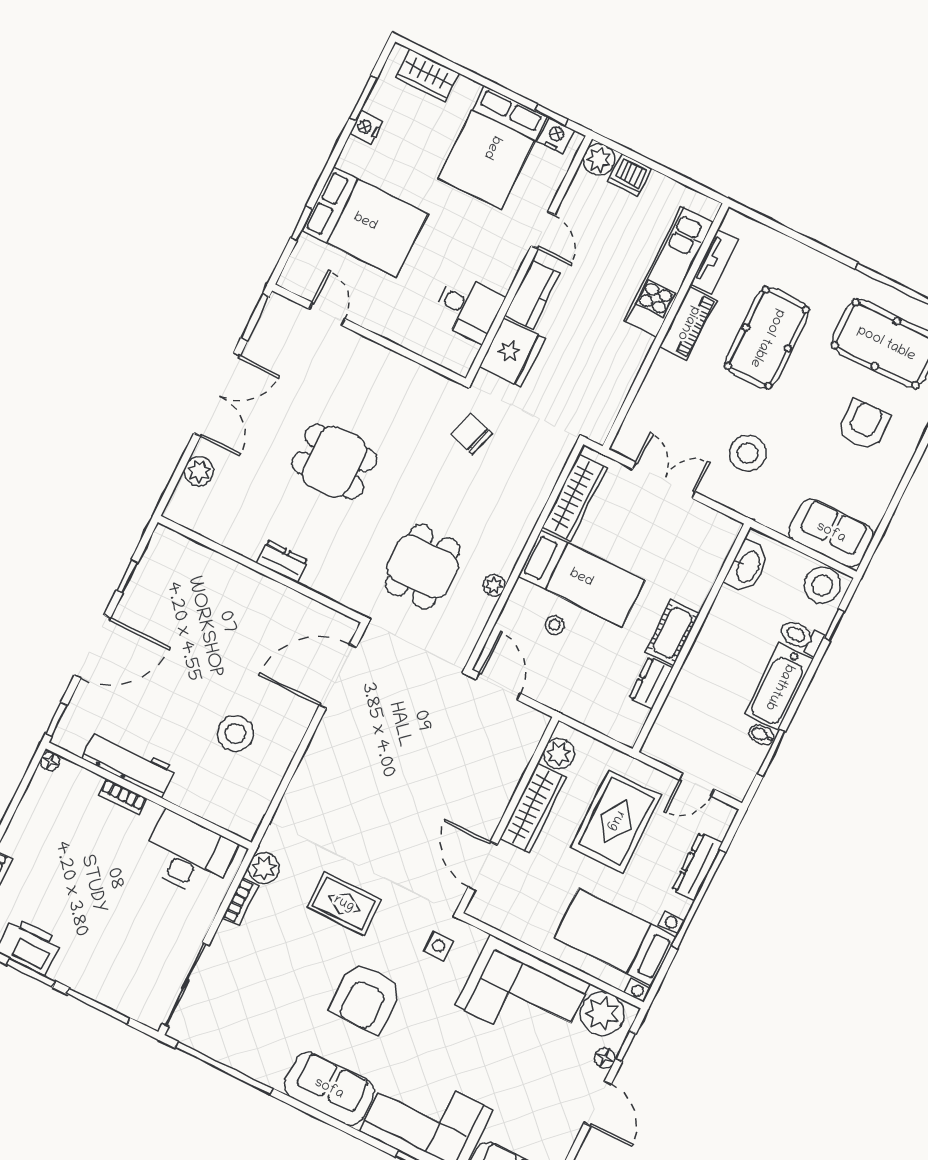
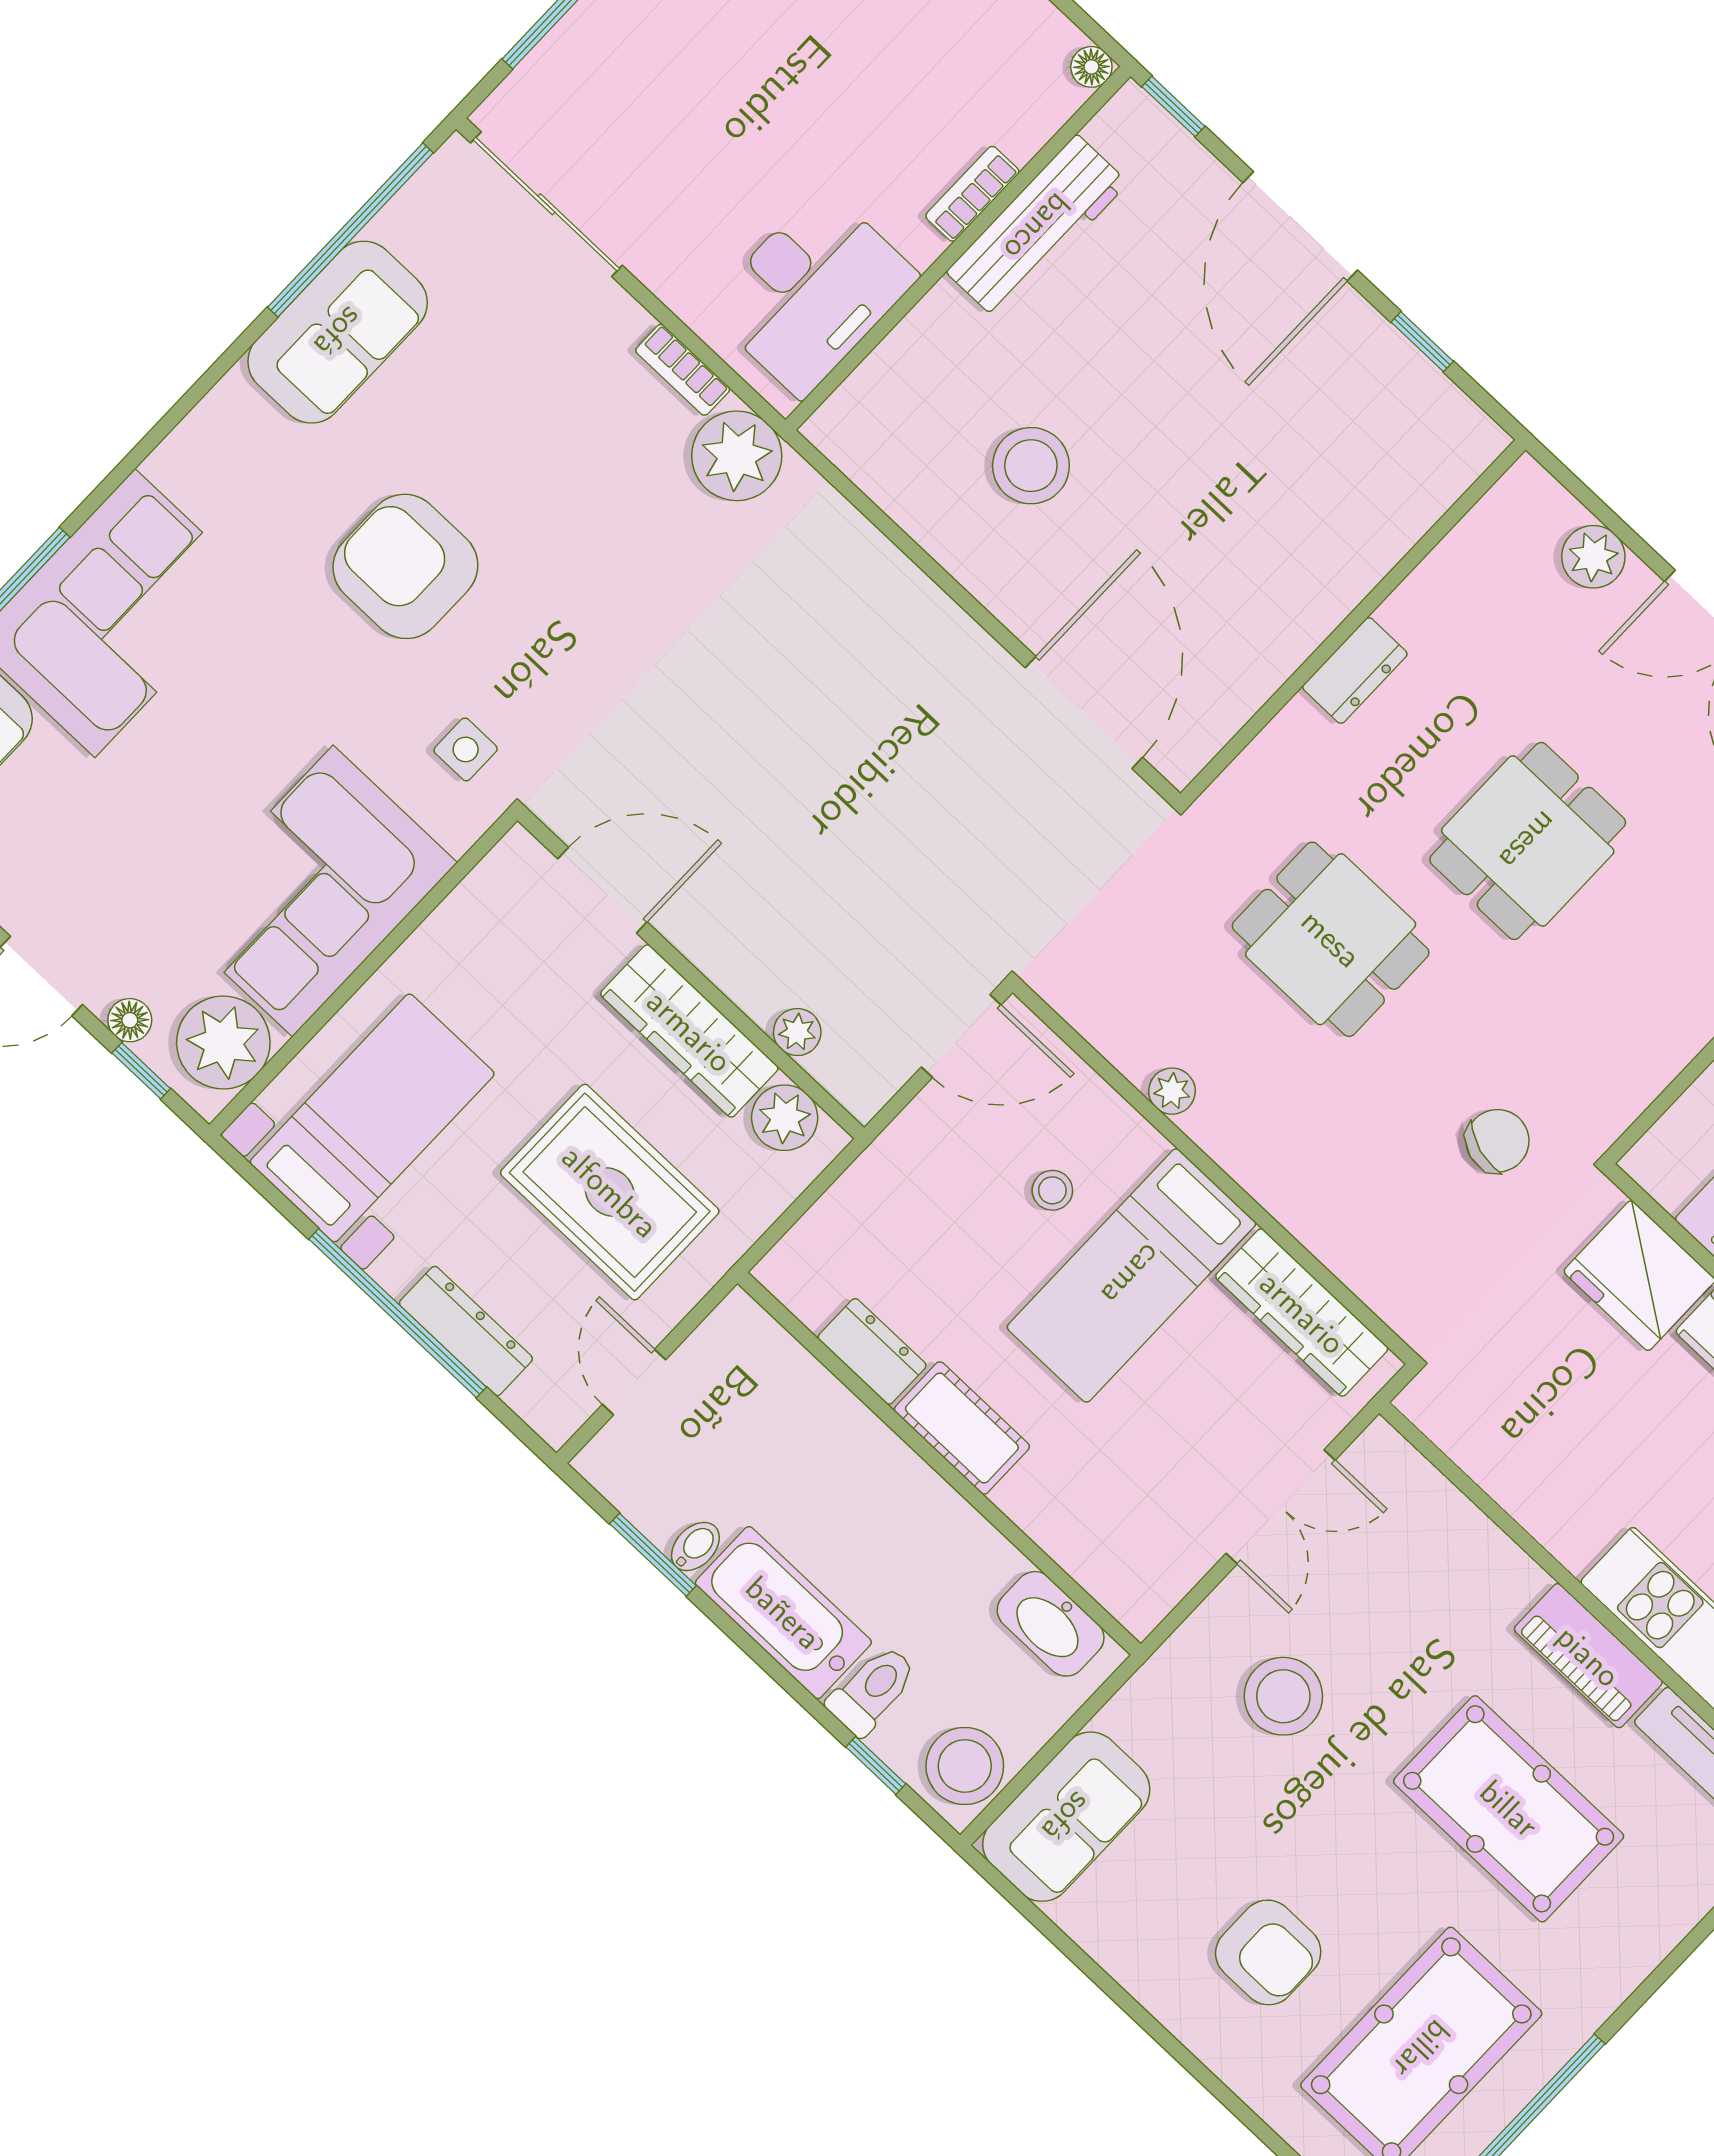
dining table: (423, 567) -> (1331, 939), moved
plant: (519, 760) -> (797, 1032), added
plant: (264, 868) -> (737, 456), width x1.36, depth x1.36
rug: (344, 904) -> (613, 581), removed
sofa: (329, 1089) -> (338, 332), moved

